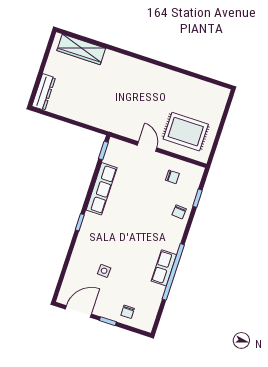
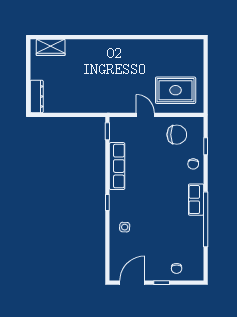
wardrobe: (81, 49) -> (51, 47), width x0.67
chair: (172, 177) -> (177, 135), width x1.87, depth x1.87
row of seats: (164, 268) -> (196, 200), moved
side table: (104, 271) -> (125, 227), moved

